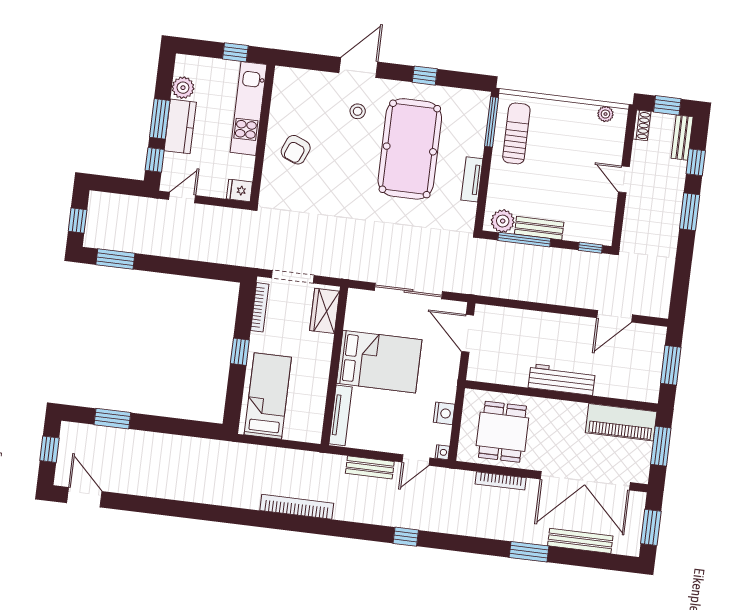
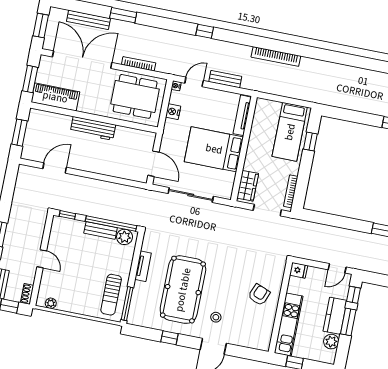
window: (524, 240) -> (111, 224), width x1.46
window: (240, 352) -> (310, 142), moved
dining table: (502, 432) -> (135, 96), width x1.38

